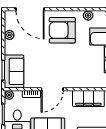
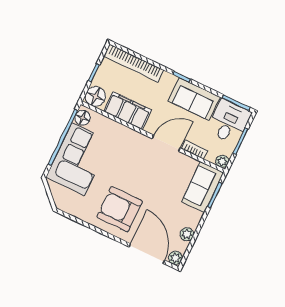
plant: (88, 15) -> (175, 258), moved
armchair: (62, 30) -> (120, 209), turned 180

